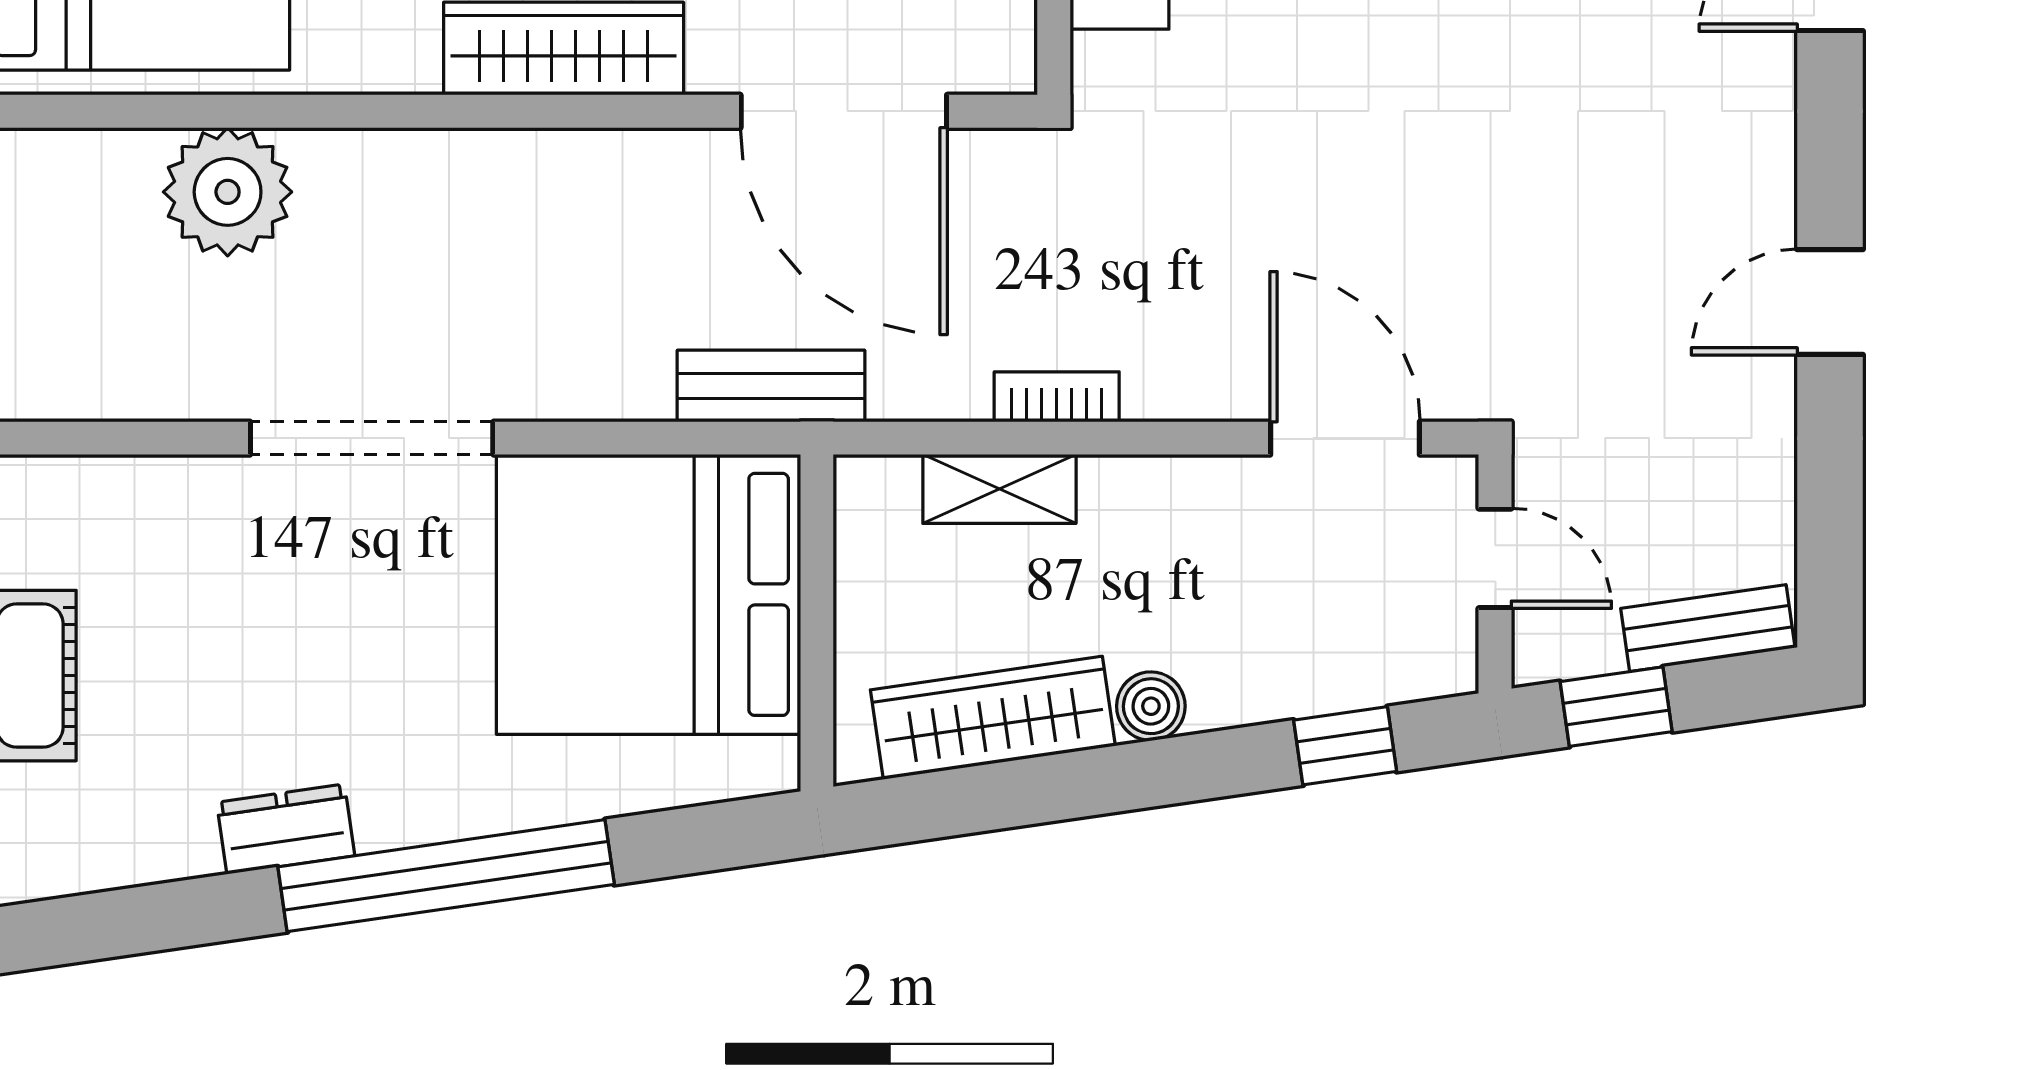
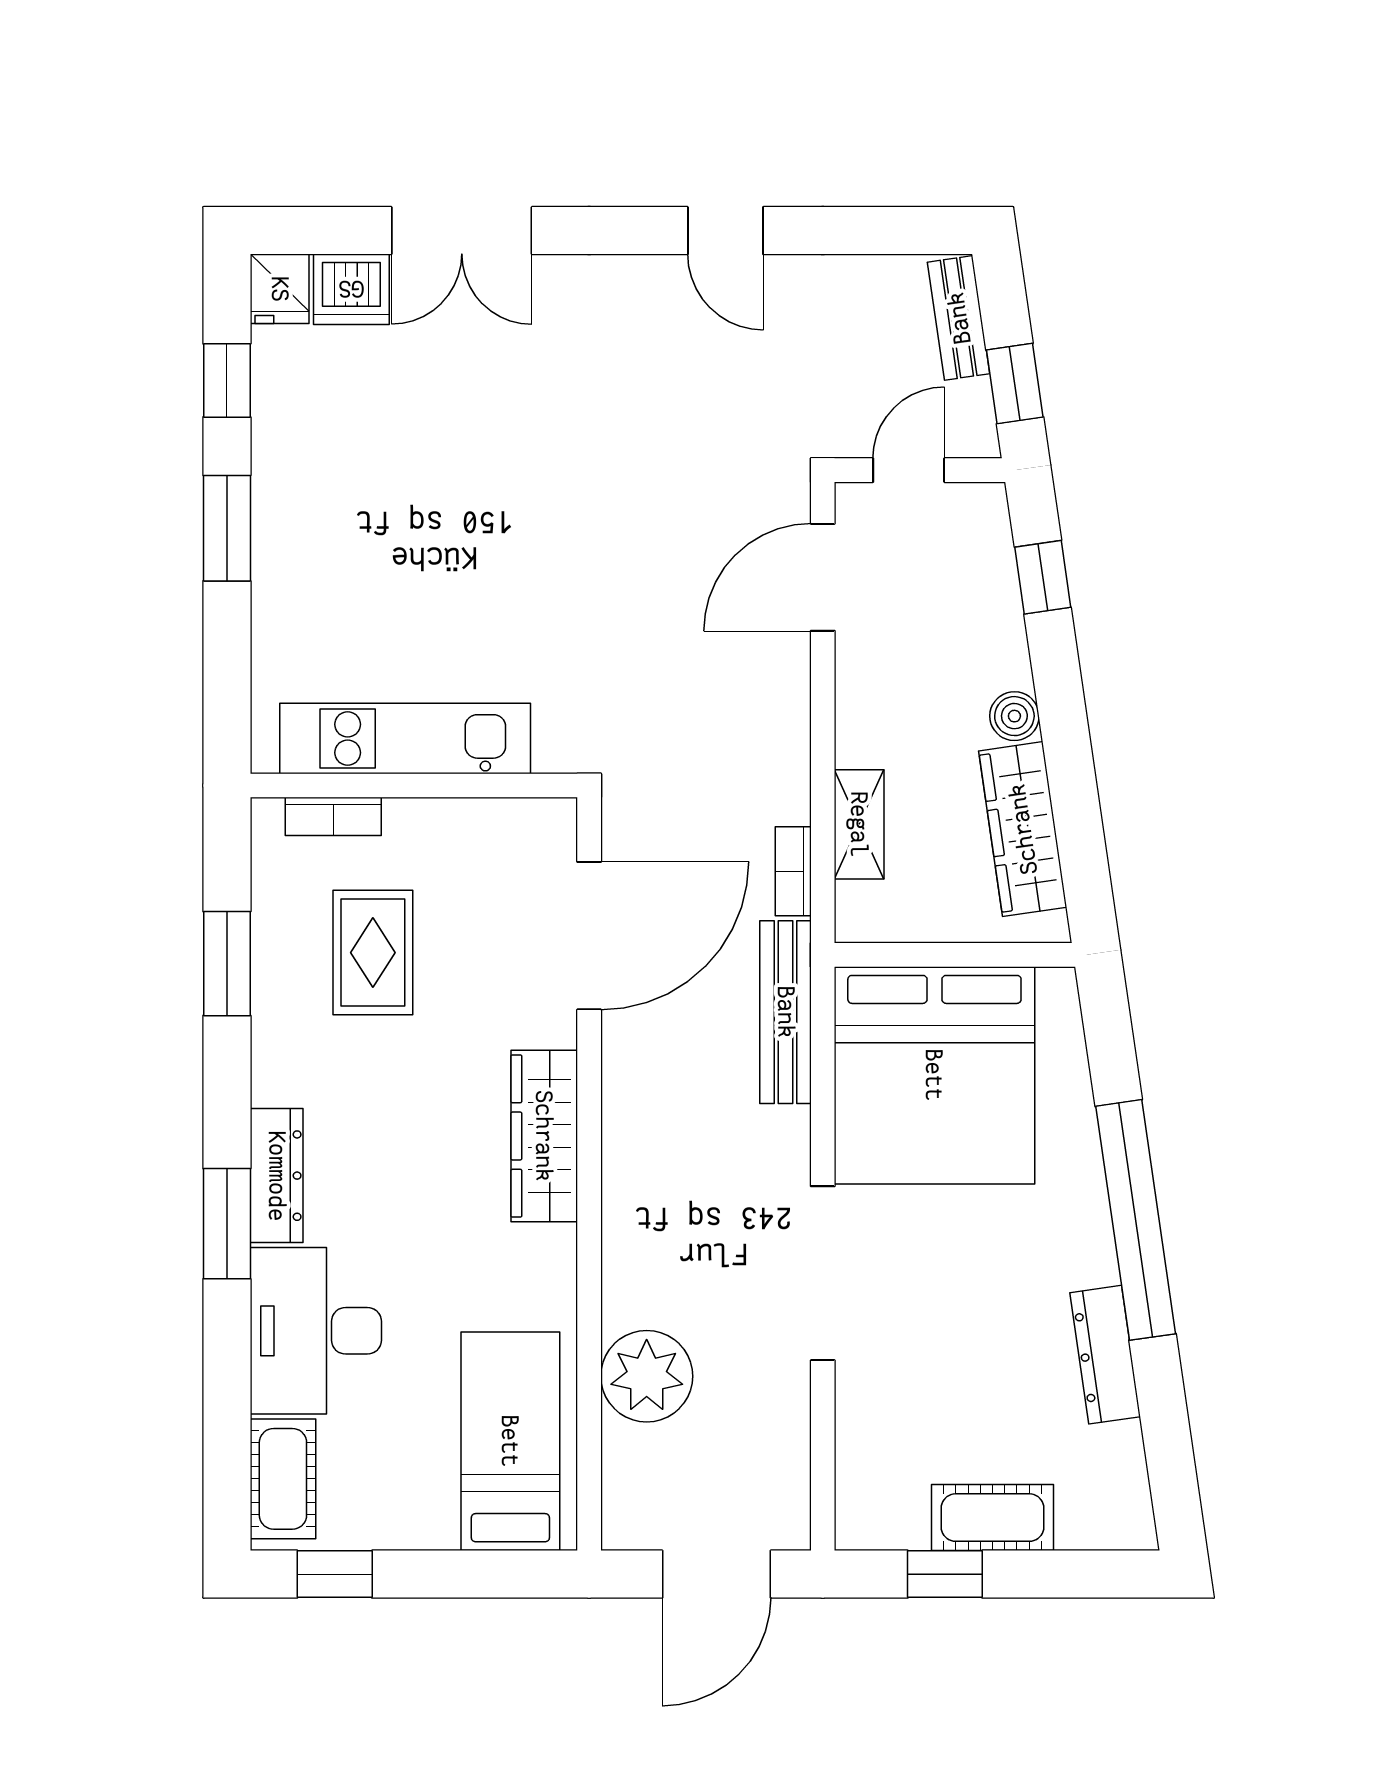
bench: (771, 386) -> (786, 1012), width x1.36
bookcase: (1057, 397) -> (793, 871), moved
dresser: (286, 829) -> (1105, 1355), width x1.44

